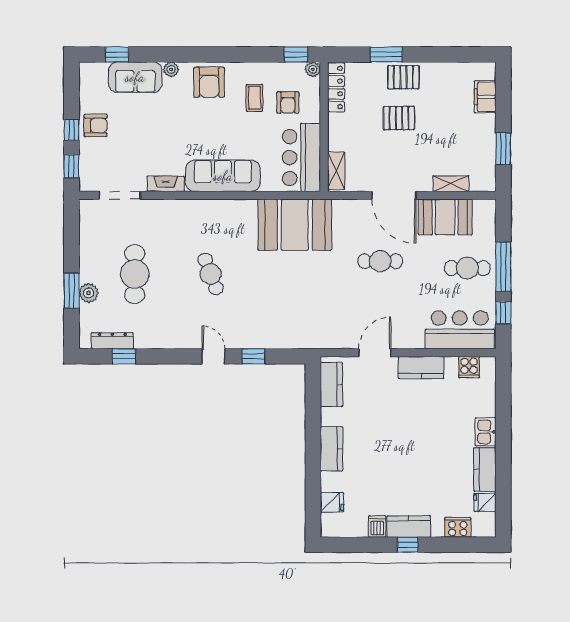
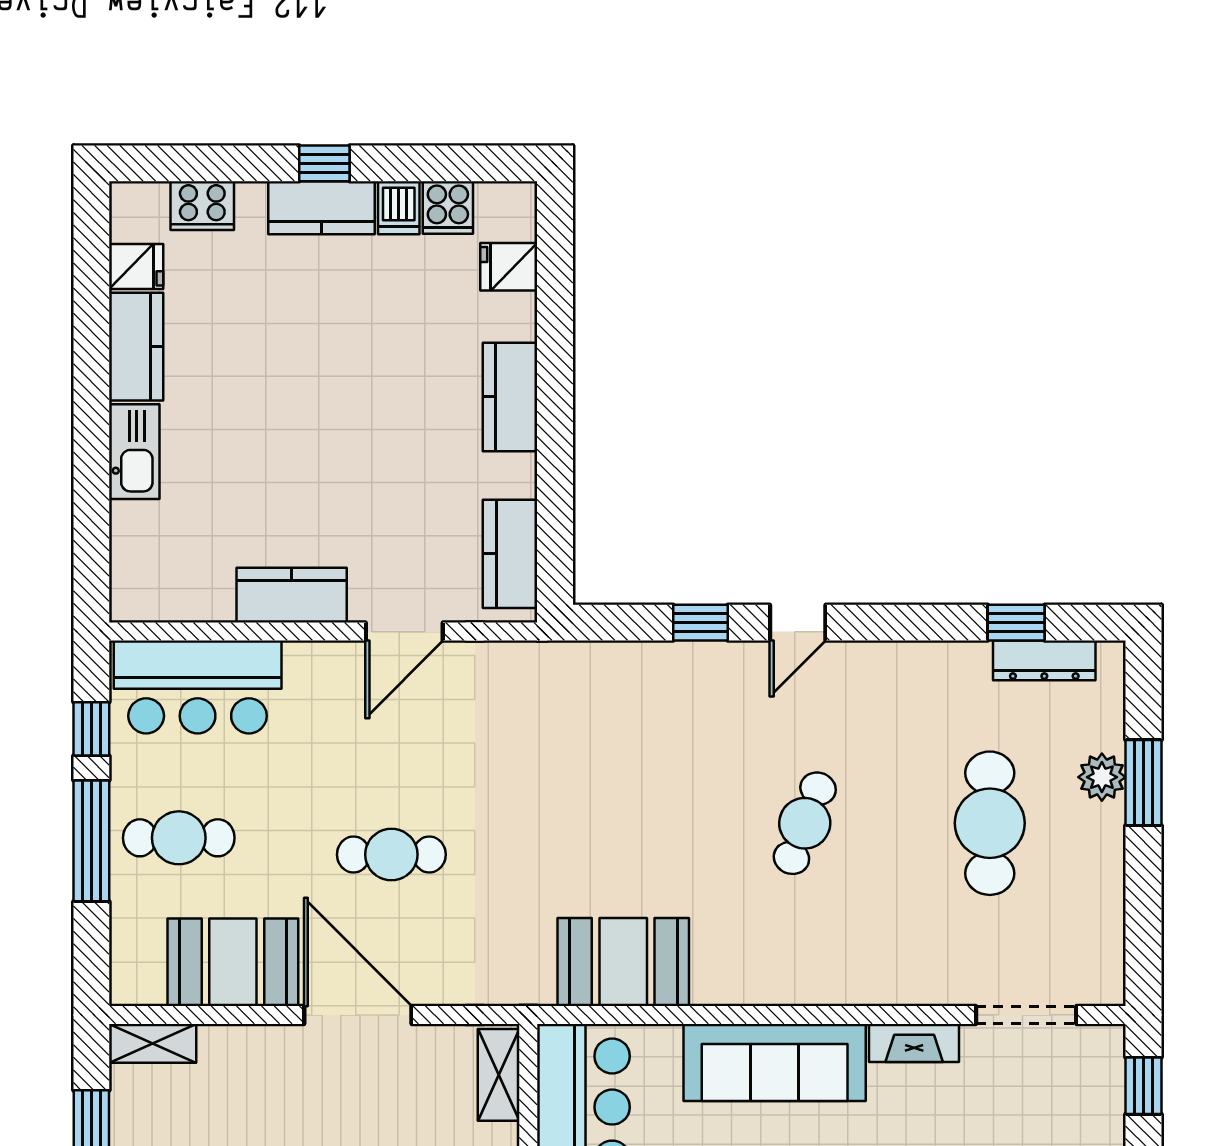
shelving: (451, 184) -> (153, 1043), moved
booth: (295, 225) -> (623, 962), width x0.73, depth x0.70
cafe table: (211, 274) -> (805, 823), turned 42
door: (213, 356) -> (798, 623), hinge flipped
cooker: (469, 367) -> (448, 208), moved, turned 180
kitchen sink: (486, 432) -> (134, 452), width x1.38

